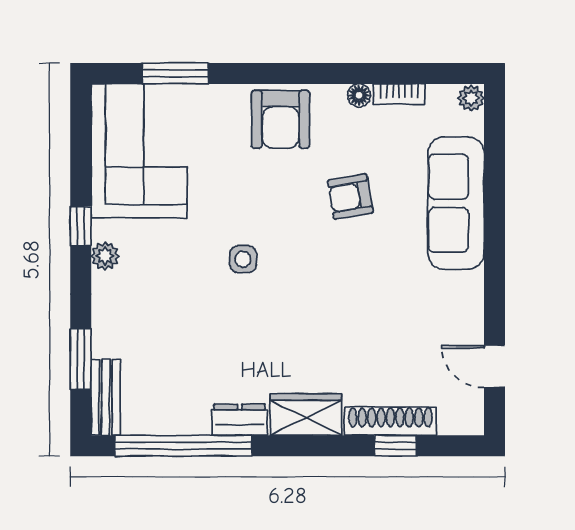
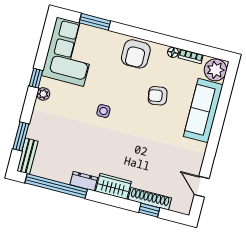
plant: (471, 98) -> (215, 70), width x1.88, depth x1.88

